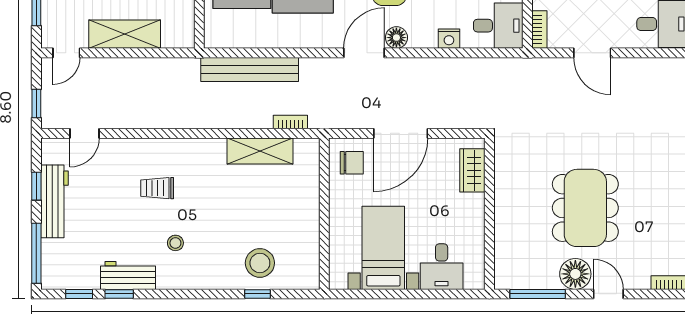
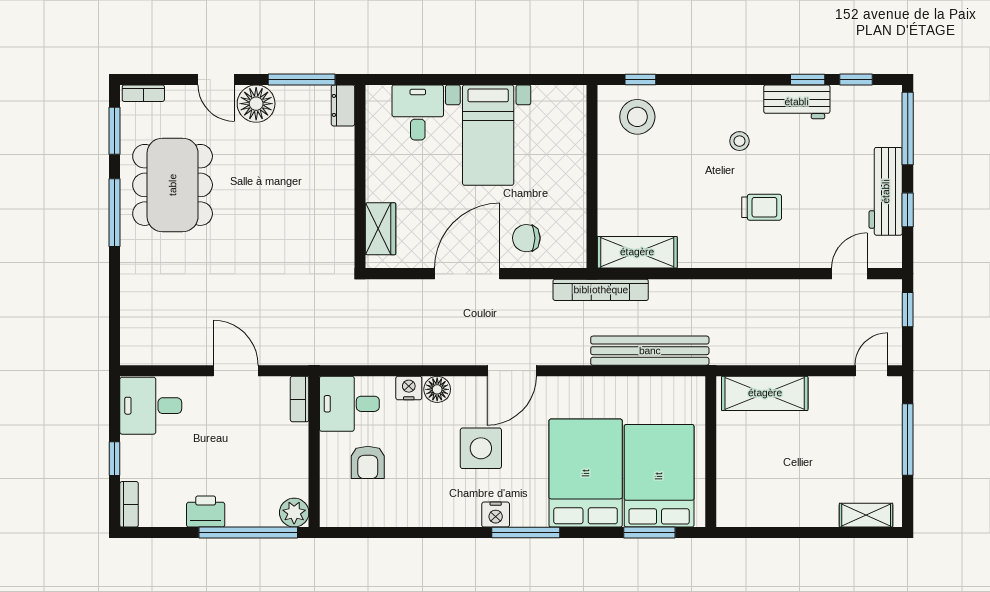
shelving: (125, 34) -> (765, 393), moved
floor lamp: (396, 38) -> (437, 389), moved
bookcase: (290, 122) -> (601, 290), width x2.31, depth x1.31
dining table: (585, 208) -> (173, 185), moved
wall: (324, 214) -> (592, 177), moved
dresser: (503, 272) -> (343, 105), added

